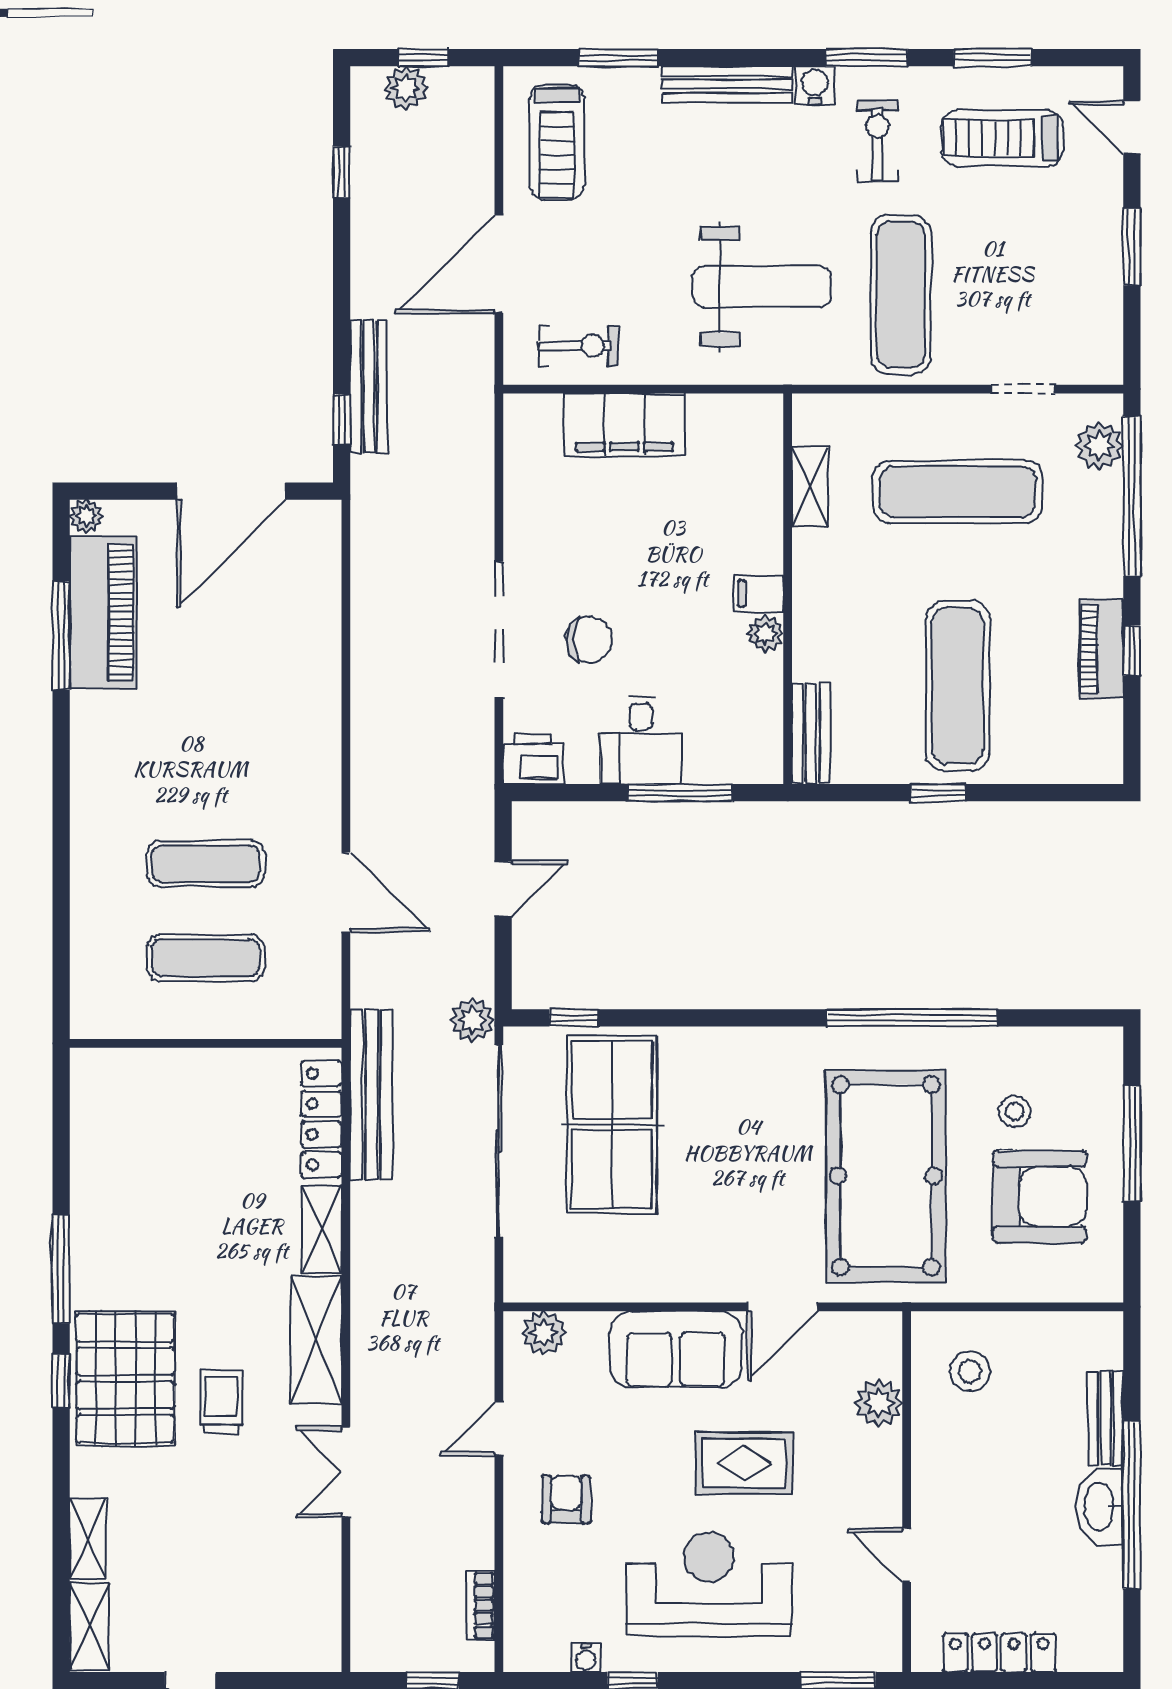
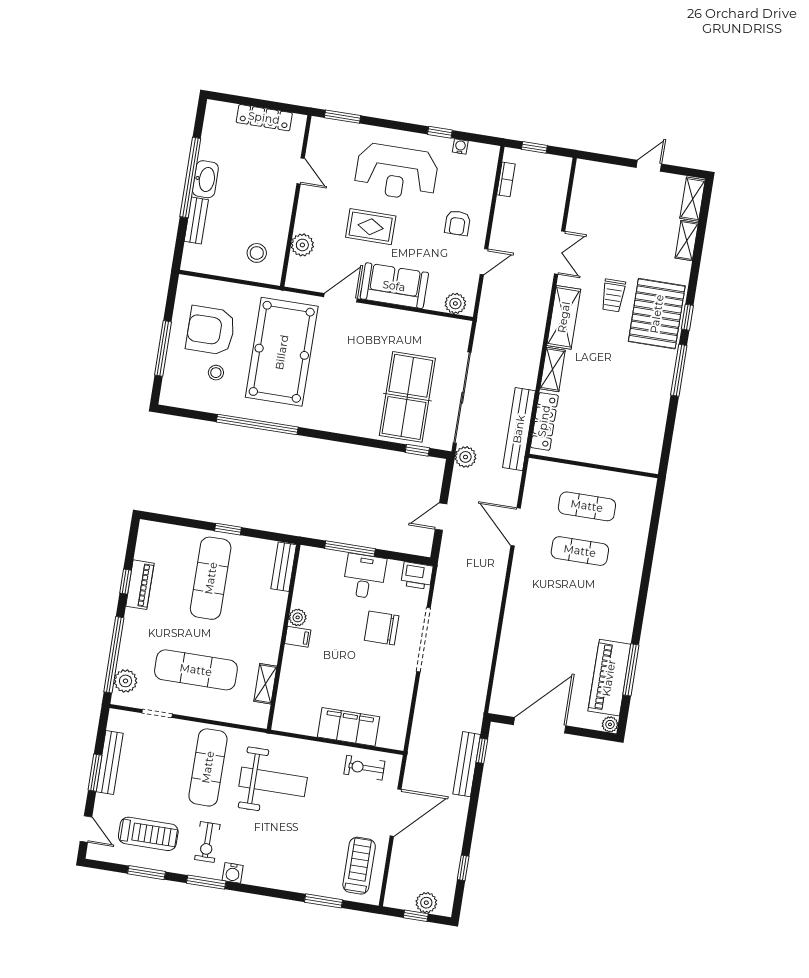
bench: (727, 84) -> (110, 763), moved, turned 90
weight bench: (762, 286) -> (273, 782), turned 180
chair: (589, 639) -> (382, 628), width x1.37, depth x1.37

